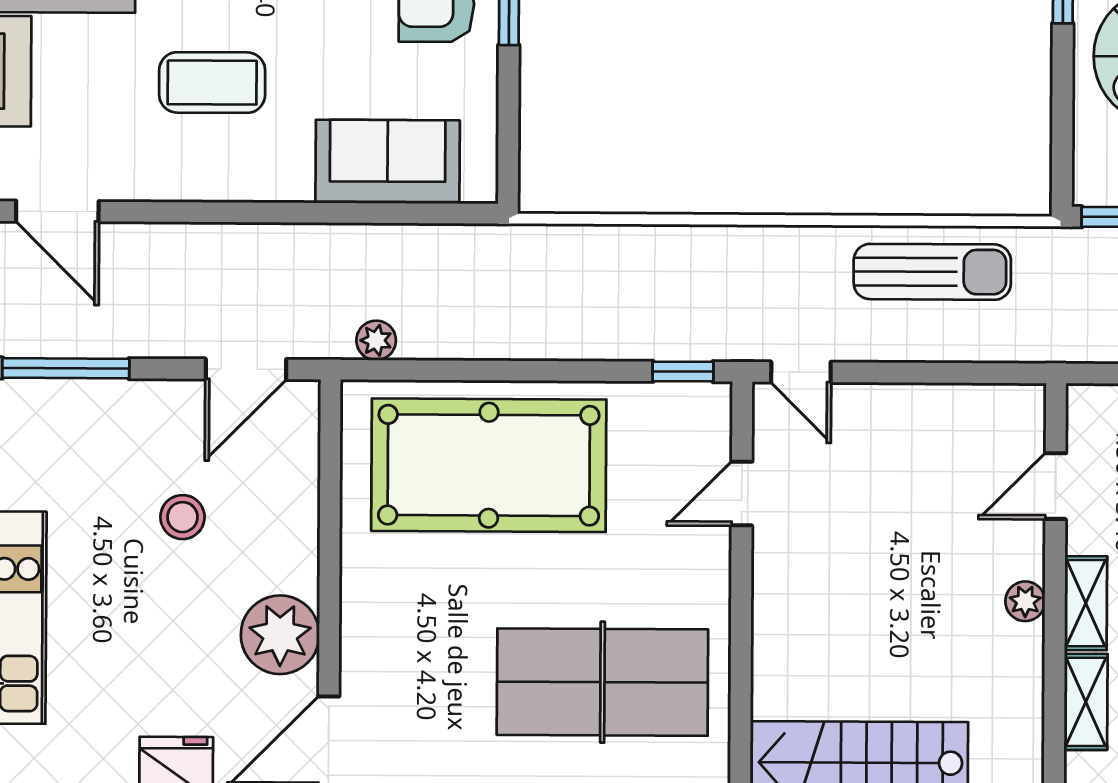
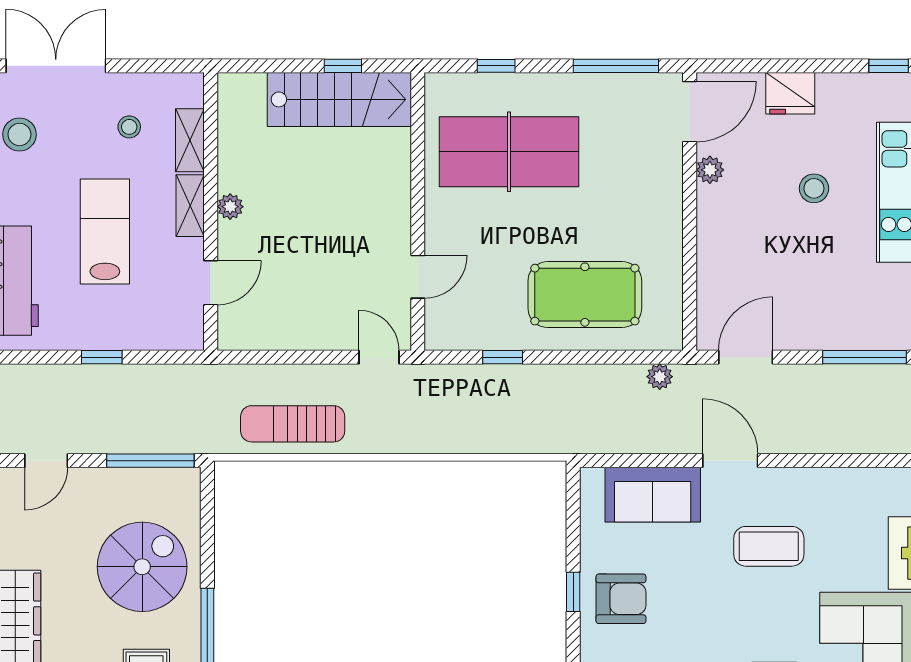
door: (57, 211) -> (730, 461), moved
window: (683, 372) -> (503, 357), moved
pool table: (489, 465) -> (585, 295), width x0.73, depth x0.76
stool: (182, 517) -> (814, 188), moved
plant: (280, 635) -> (710, 170), width x0.53, depth x0.53

